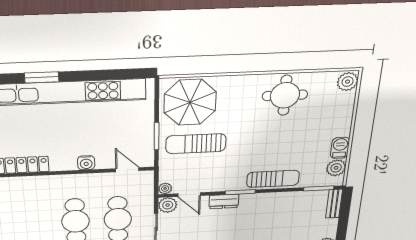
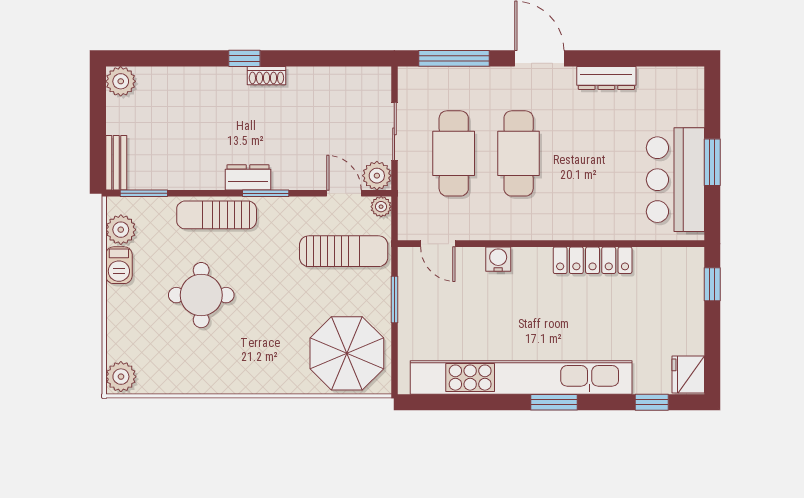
round table: (285, 95) -> (201, 295), moved
sun lounger: (196, 144) -> (344, 251), moved
dresser: (224, 201) -> (248, 177), moved

